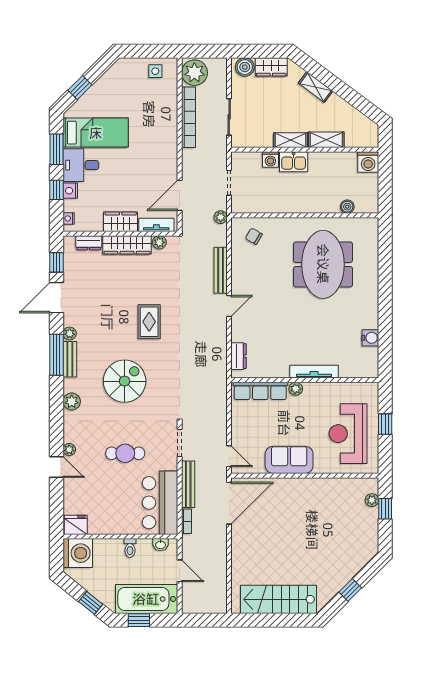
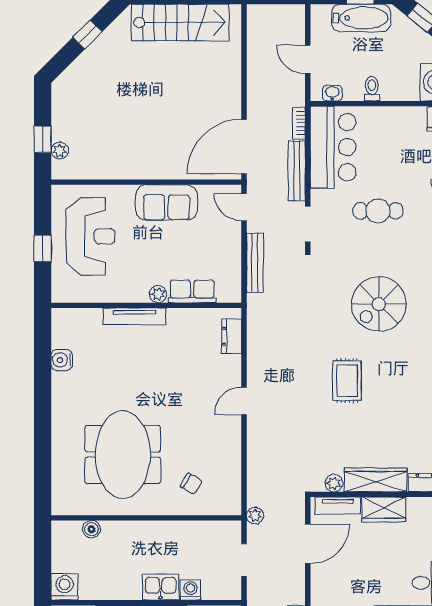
chair: (254, 236) -> (191, 484), moved
bench: (221, 270) -> (255, 263), moved
row of seats: (260, 391) -> (192, 291), width x0.68
bathtub: (146, 599) -> (361, 18), width x0.73, depth x0.73

